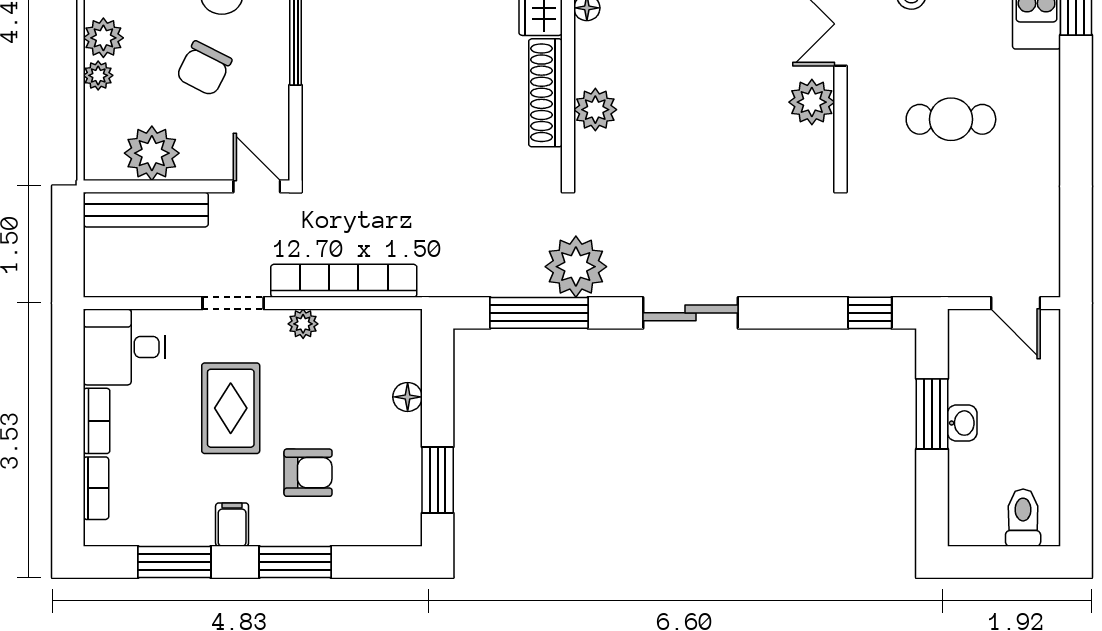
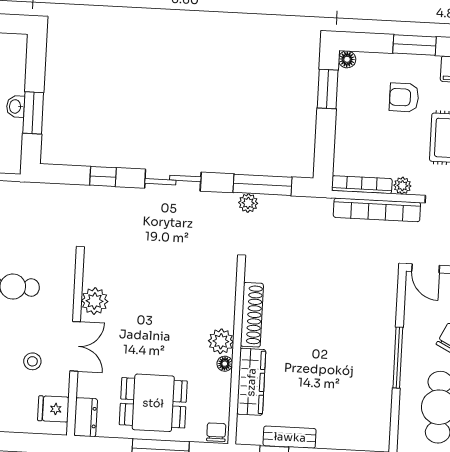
plant: (595, 110) -> (221, 341), moved
plant: (576, 267) -> (248, 203), width x0.53, depth x0.53
window: (870, 313) -> (103, 176), moved
bookcase: (372, 322) -> (362, 185), added
floor lamp: (408, 397) -> (347, 59), moved

